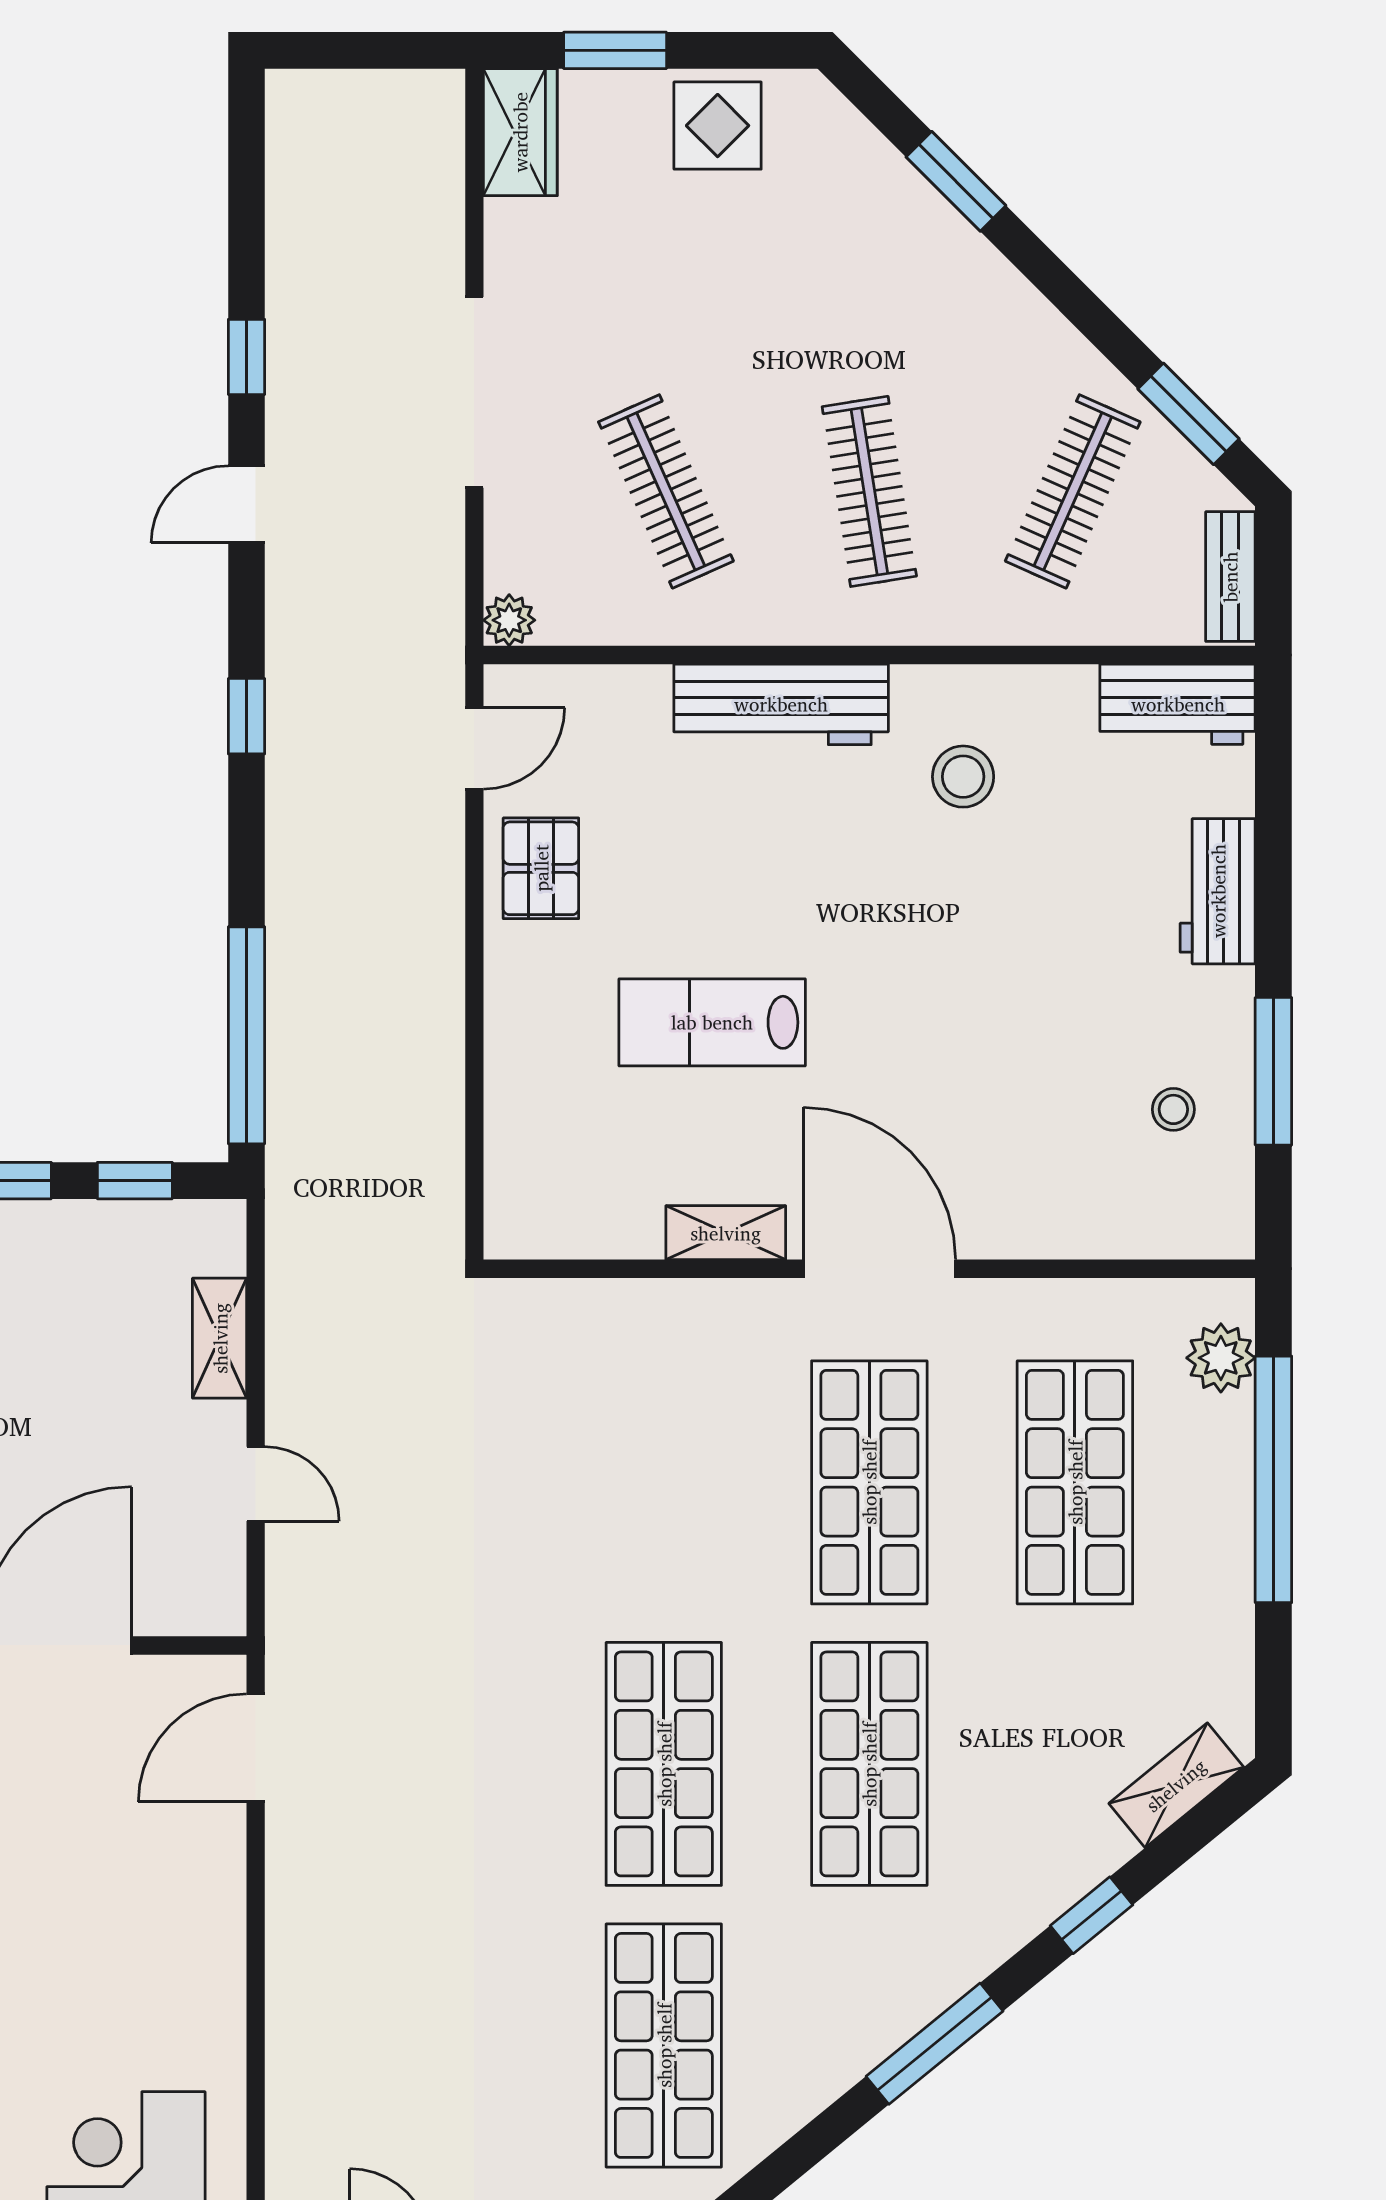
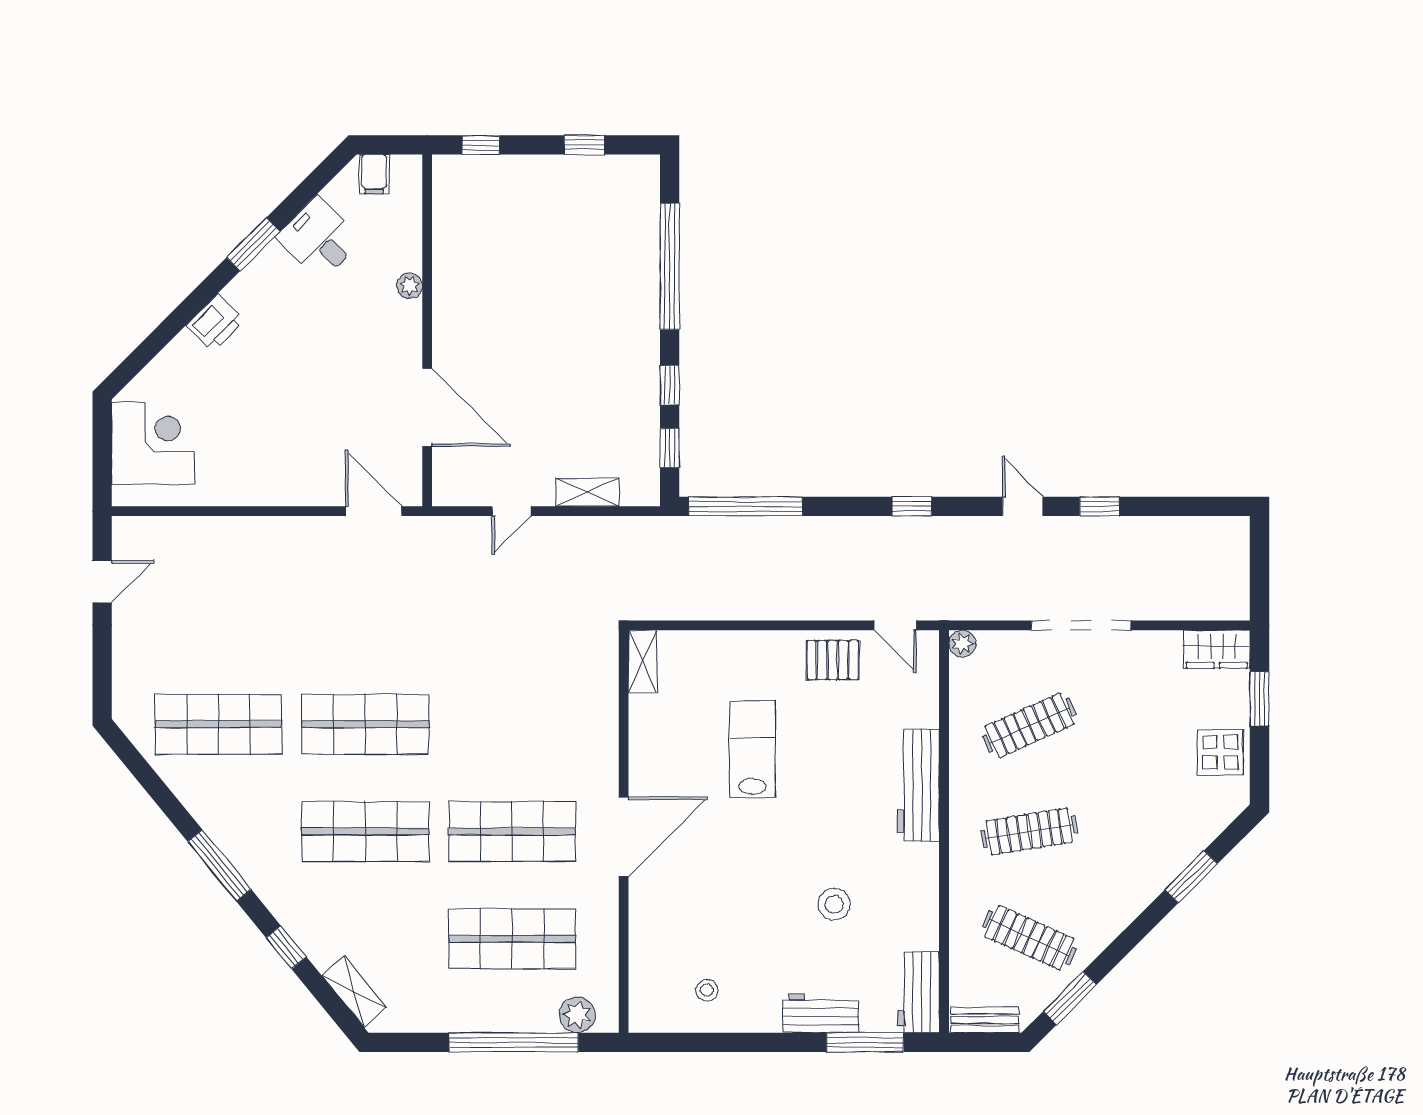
stool: (963, 777) -> (834, 904), moved
window: (1273, 1071) -> (865, 1042), moved
shelving: (726, 1233) -> (643, 661), moved

